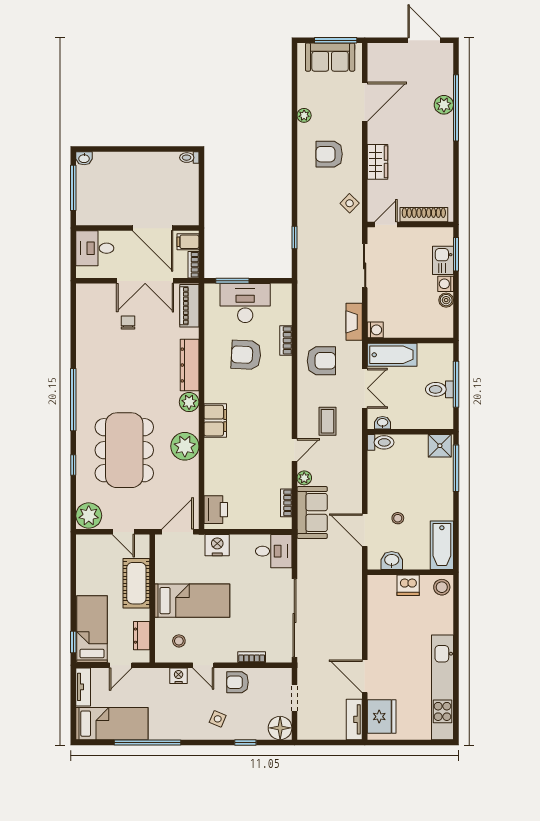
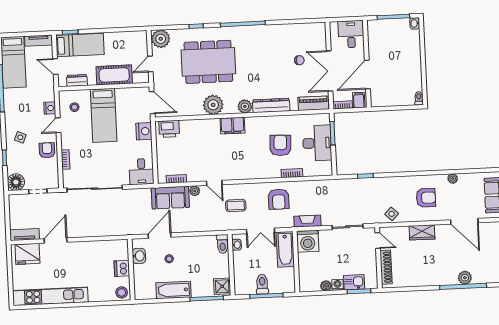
armchair: (329, 154) -> (426, 198), turned 90
washing machine: (375, 330) -> (308, 241), width x1.89, depth x1.89
bathtub: (442, 545) -> (173, 290), moved

